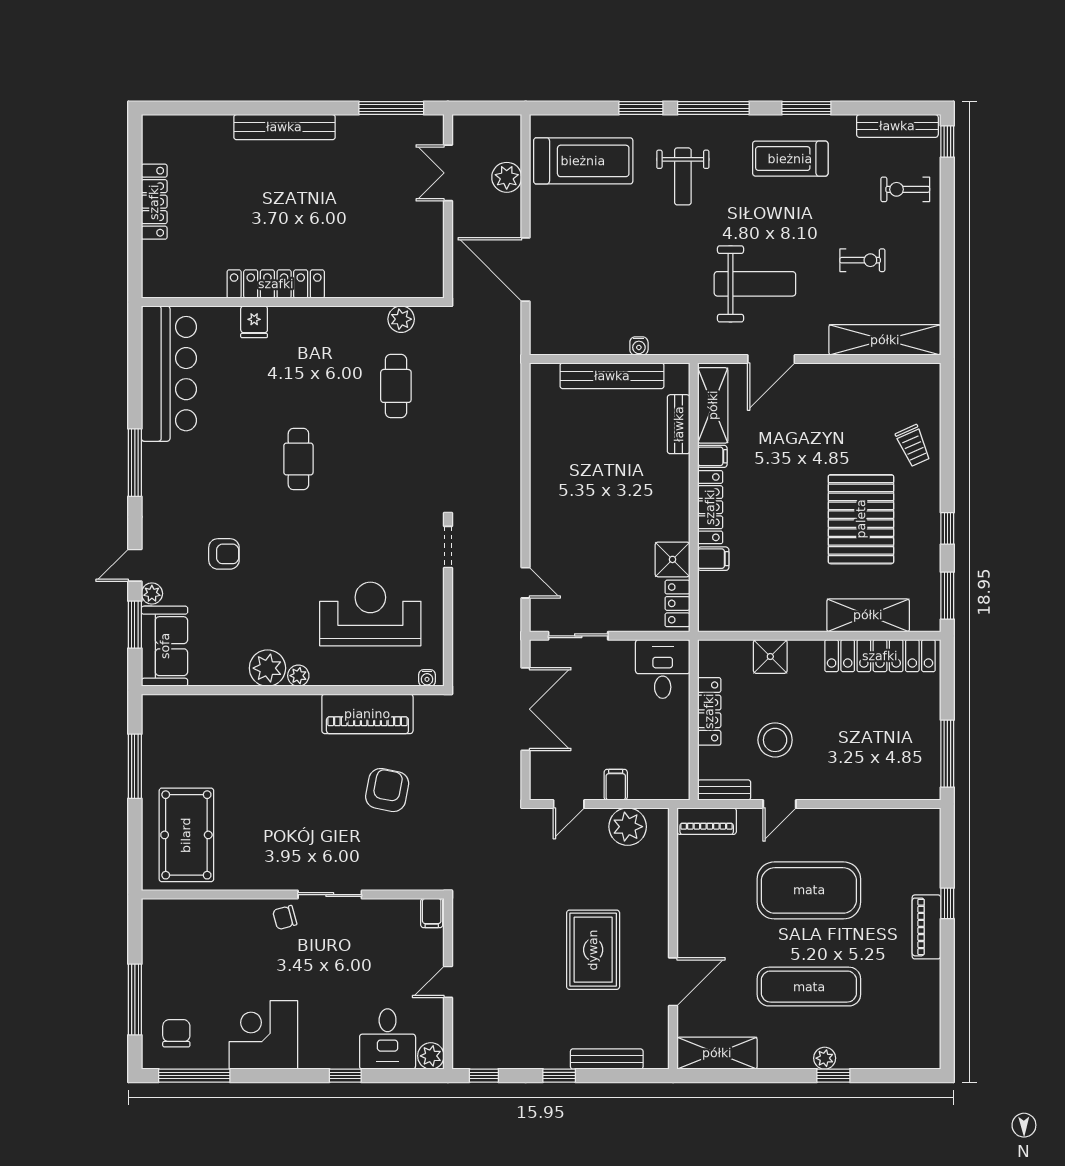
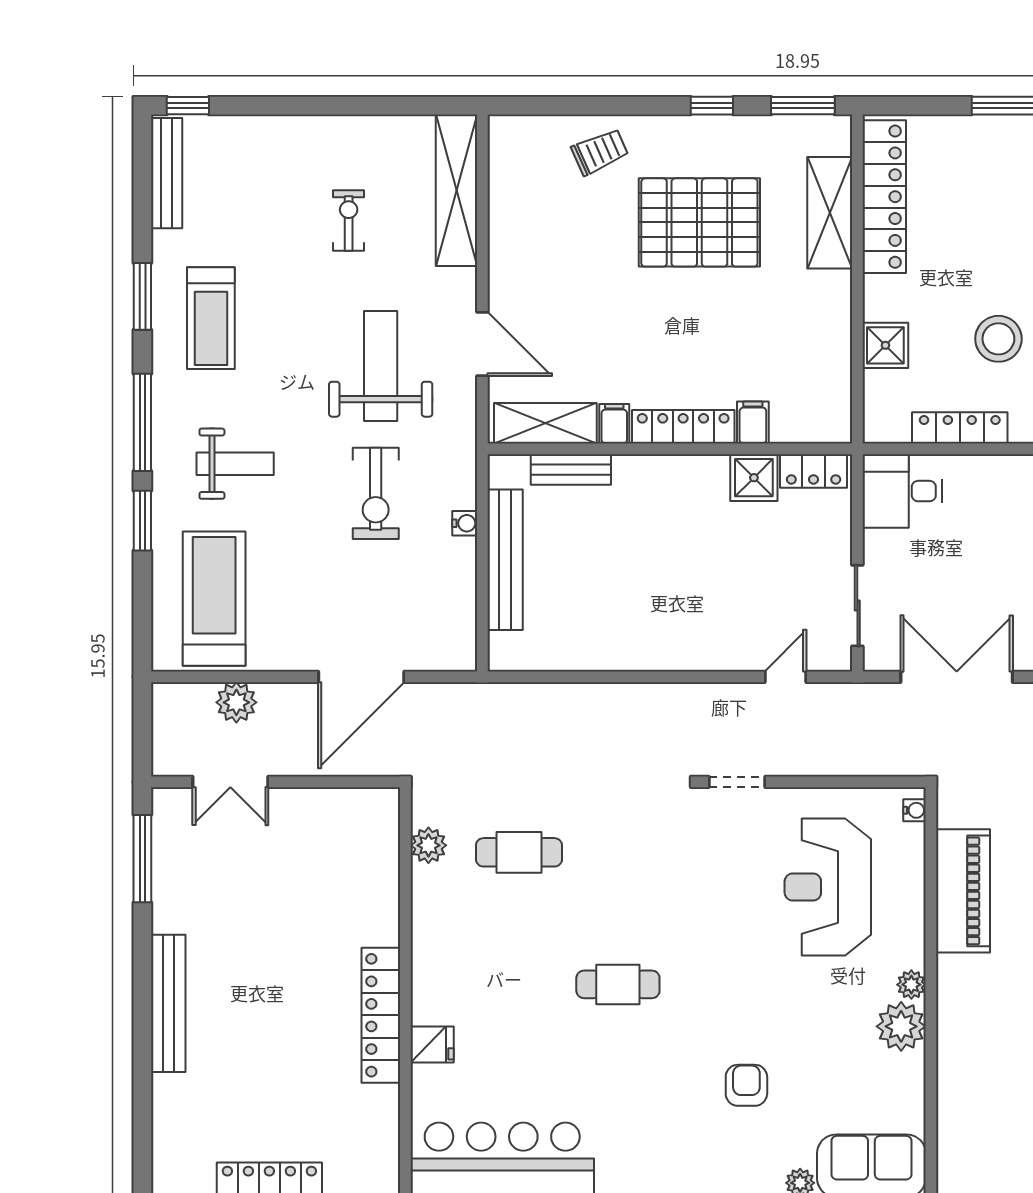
exercise bike: (905, 189) -> (376, 493), moved, width x1.38, depth x1.39

